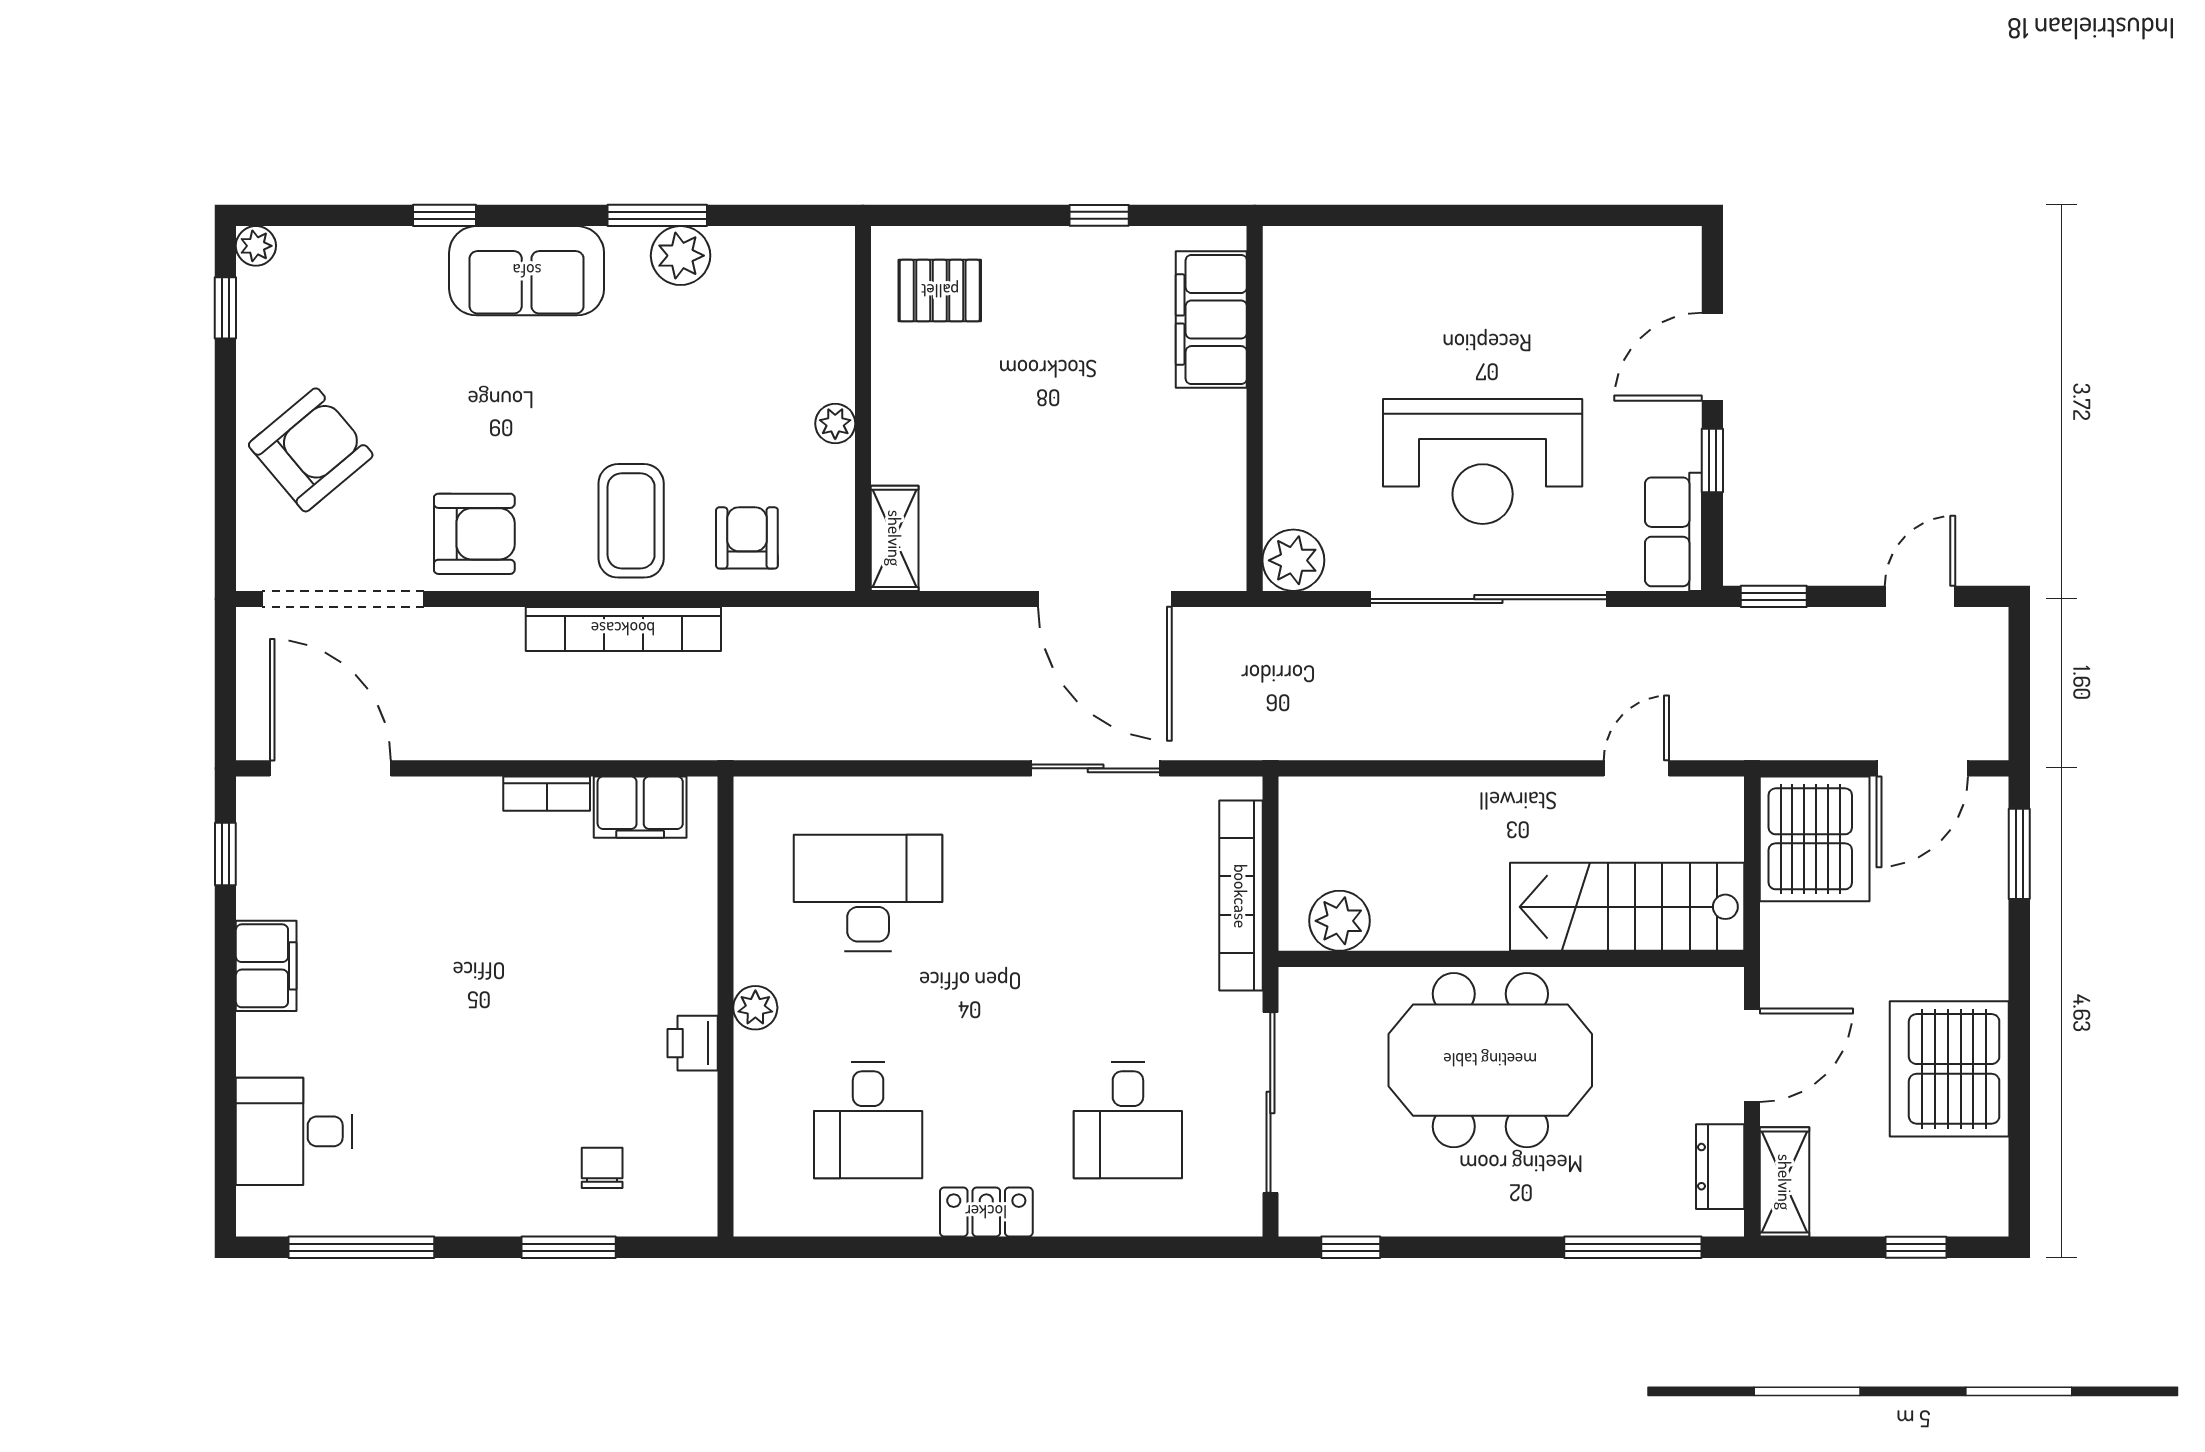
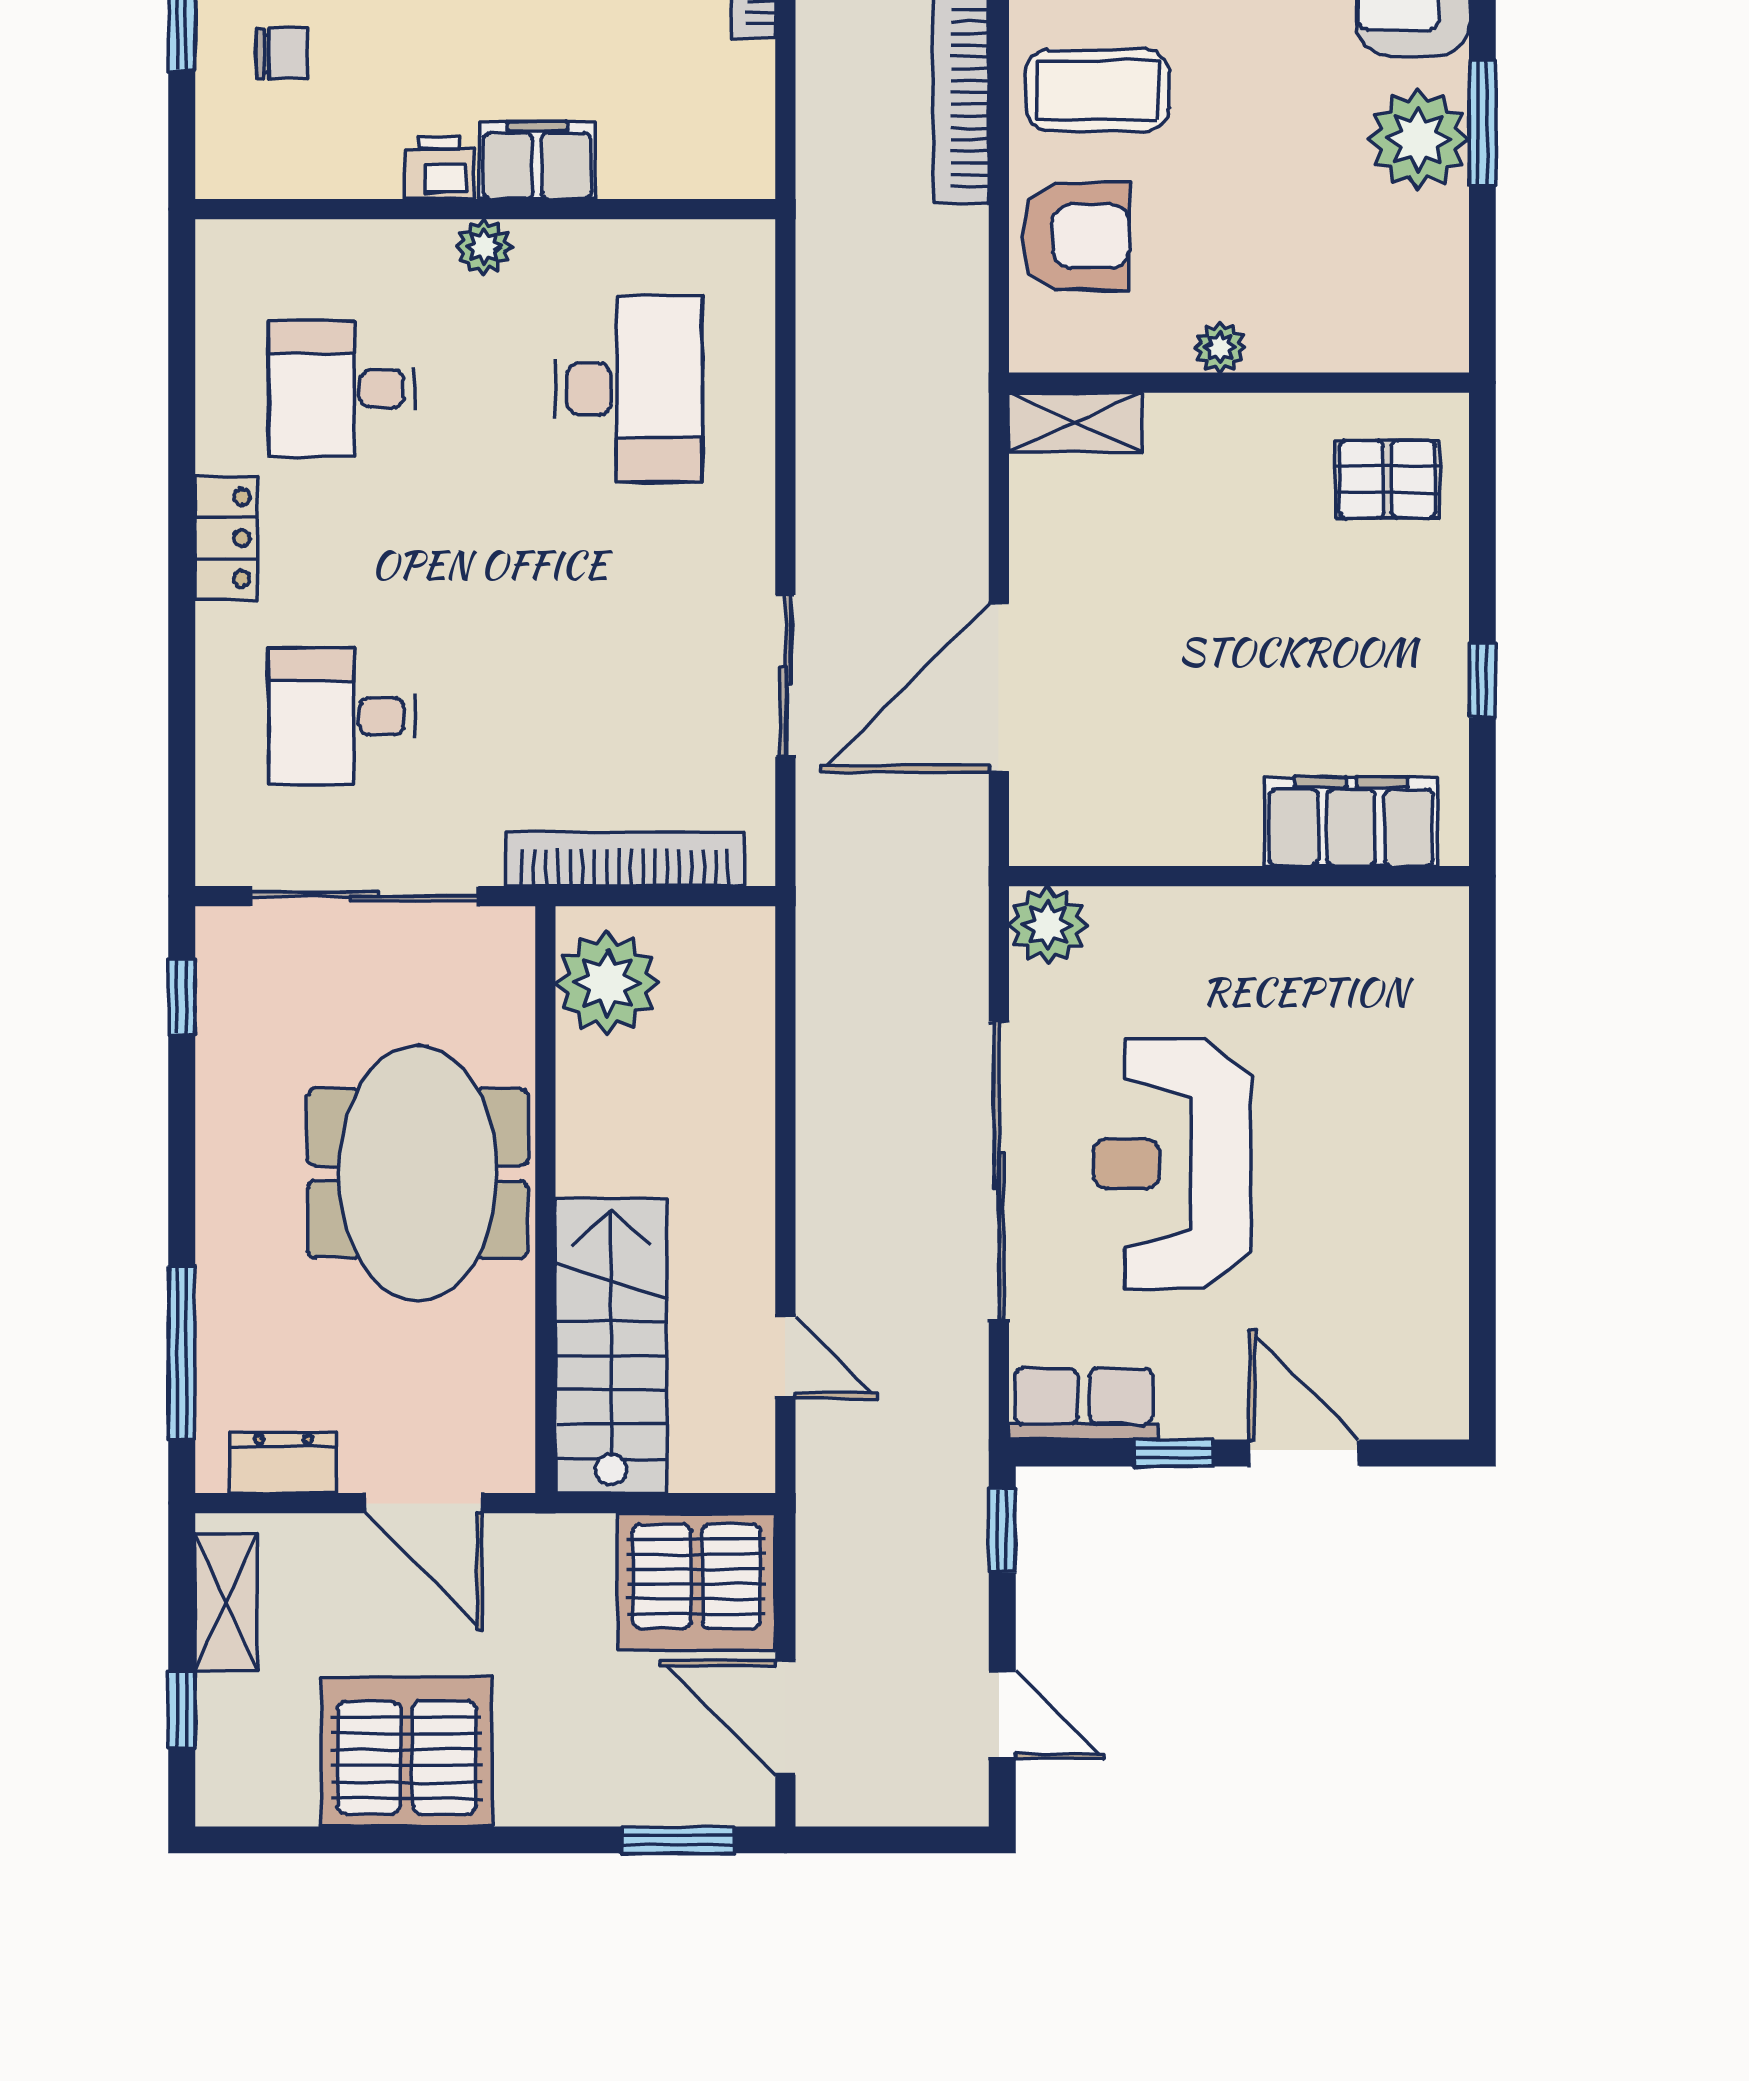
plant: (681, 256) -> (1418, 139), width x1.36, depth x1.36
pallet: (940, 291) -> (1388, 479), turned 90
armchair: (747, 538) -> (1076, 236), width x1.38, depth x1.38
filing cabinet: (640, 807) -> (537, 160), moved, turned 90
plant: (1340, 921) -> (607, 983), width x1.36, depth x1.36
shelving: (1785, 1182) -> (226, 1602), moved, turned 90

